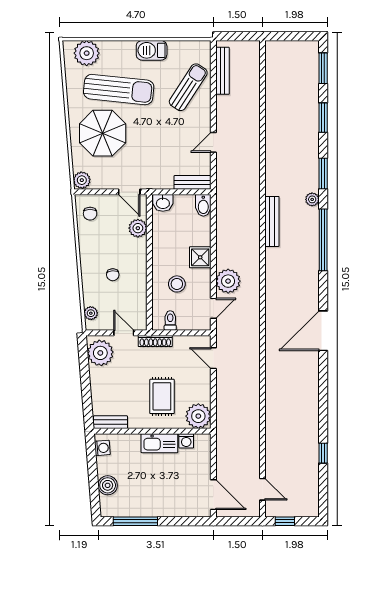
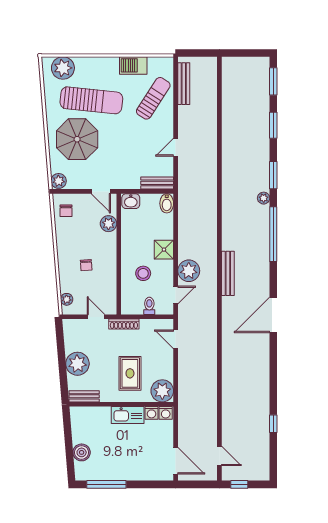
barbecue: (152, 50) -> (133, 65), moved
bench: (272, 221) -> (228, 273), moved
toilet: (170, 321) -> (149, 306), moved
plant: (100, 353) -> (77, 364), moved
washing machine: (102, 448) -> (166, 413), moved, turned 95

